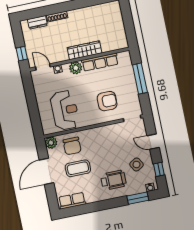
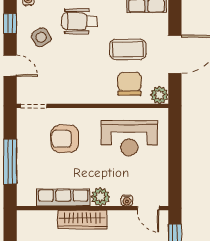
reception desk: (65, 110) -> (129, 138), turned -90

